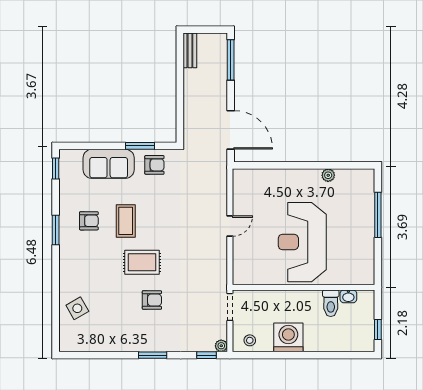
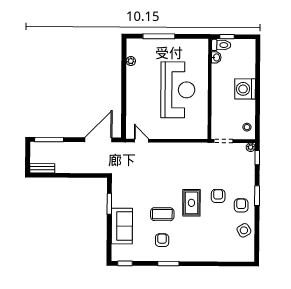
armchair: (154, 165) -> (241, 205), moved
plant: (328, 175) -> (131, 61), moved
door: (230, 226) -> (141, 141), moved
reception desk: (302, 242) -> (178, 90), turned -90
toilet: (331, 303) -> (221, 45), moved
side table: (77, 308) -> (244, 230), moved
window: (378, 330) -> (227, 37), moved
washing machine: (288, 337) -> (245, 89), moved

